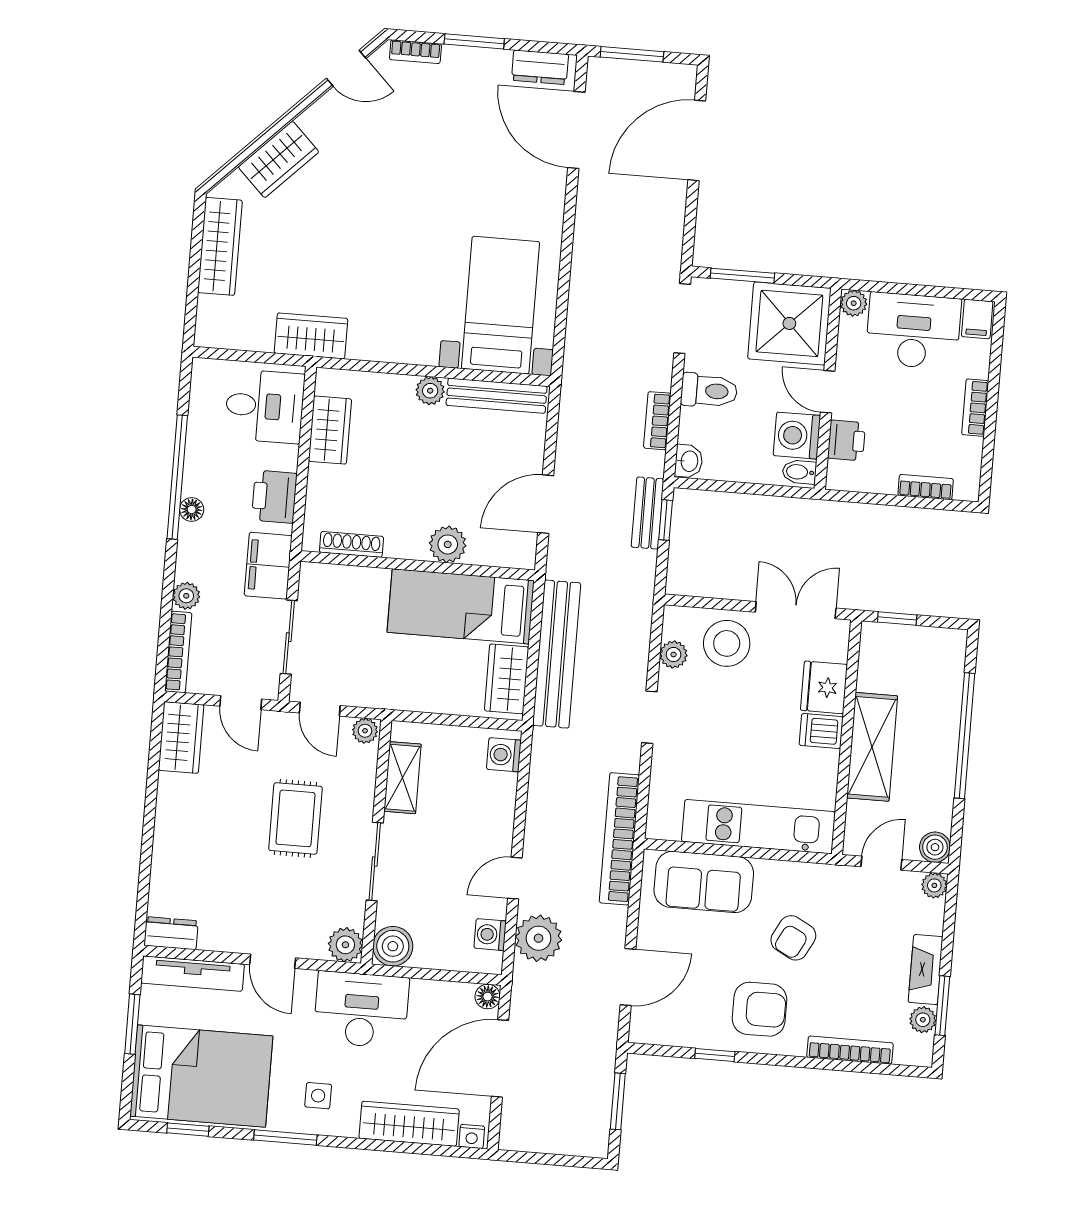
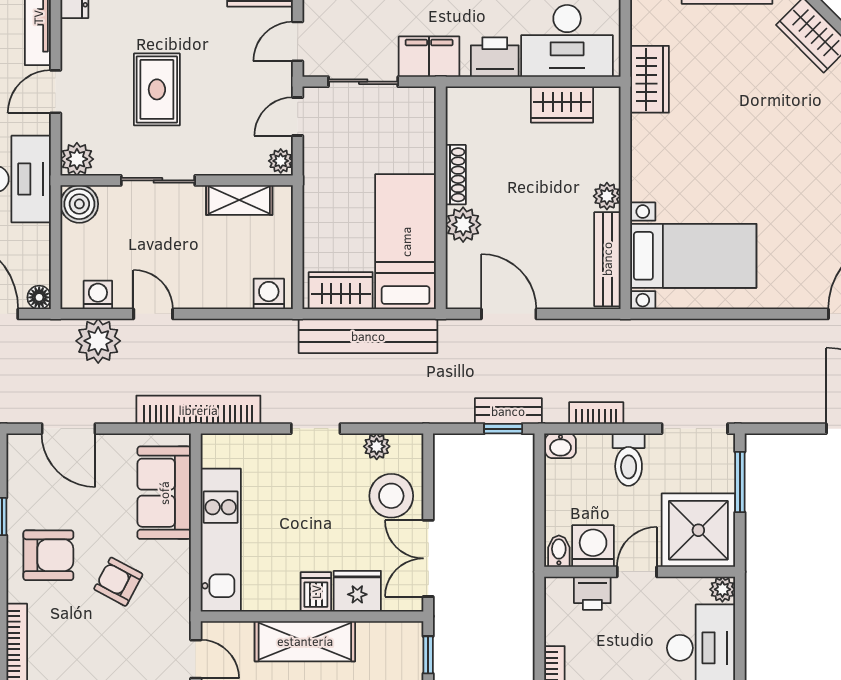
desk: (265, 406) -> (567, 41), width x1.37
shoe rack: (351, 544) -> (456, 175), moved
double door: (796, 610) -> (428, 558), swing flipped
rug: (295, 818) -> (157, 89), moved, turned 90
armchair: (760, 1009) -> (48, 555), turned -90

